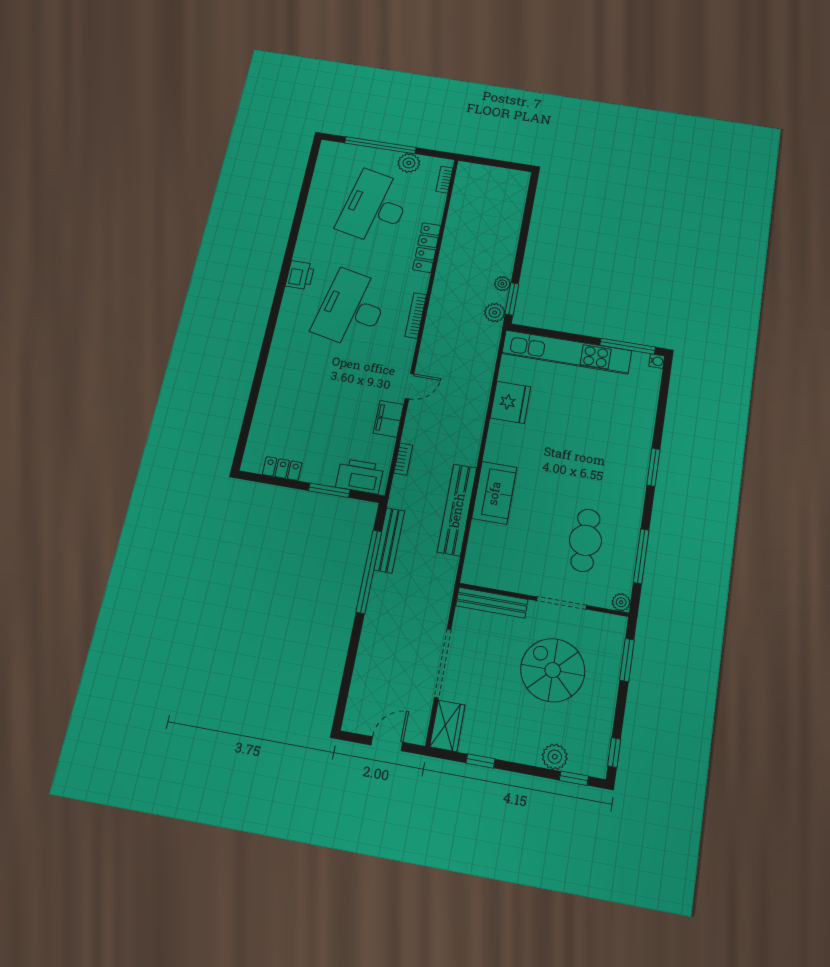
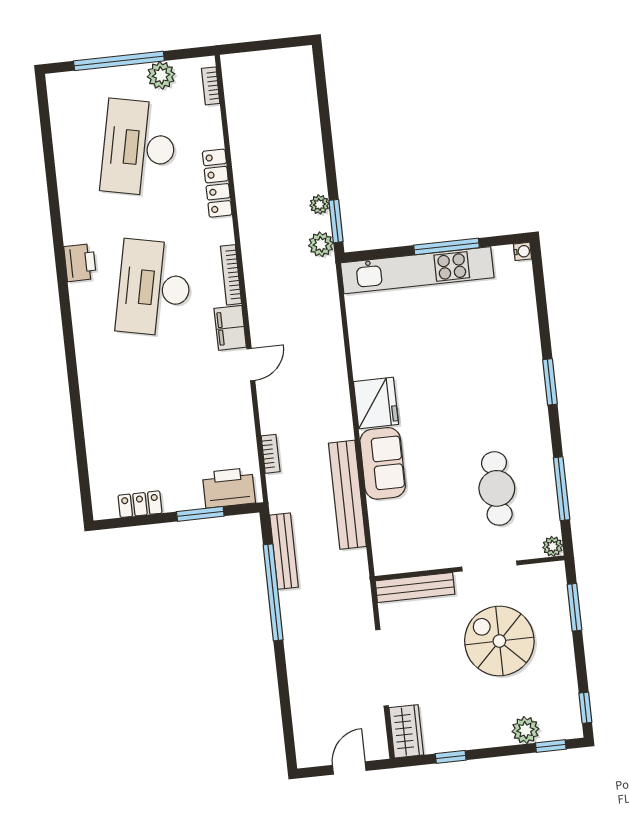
window: (628, 346) -> (446, 246), moved
fridge: (510, 402) -> (376, 403), moved
filing cabinet: (388, 419) -> (230, 328), moved

